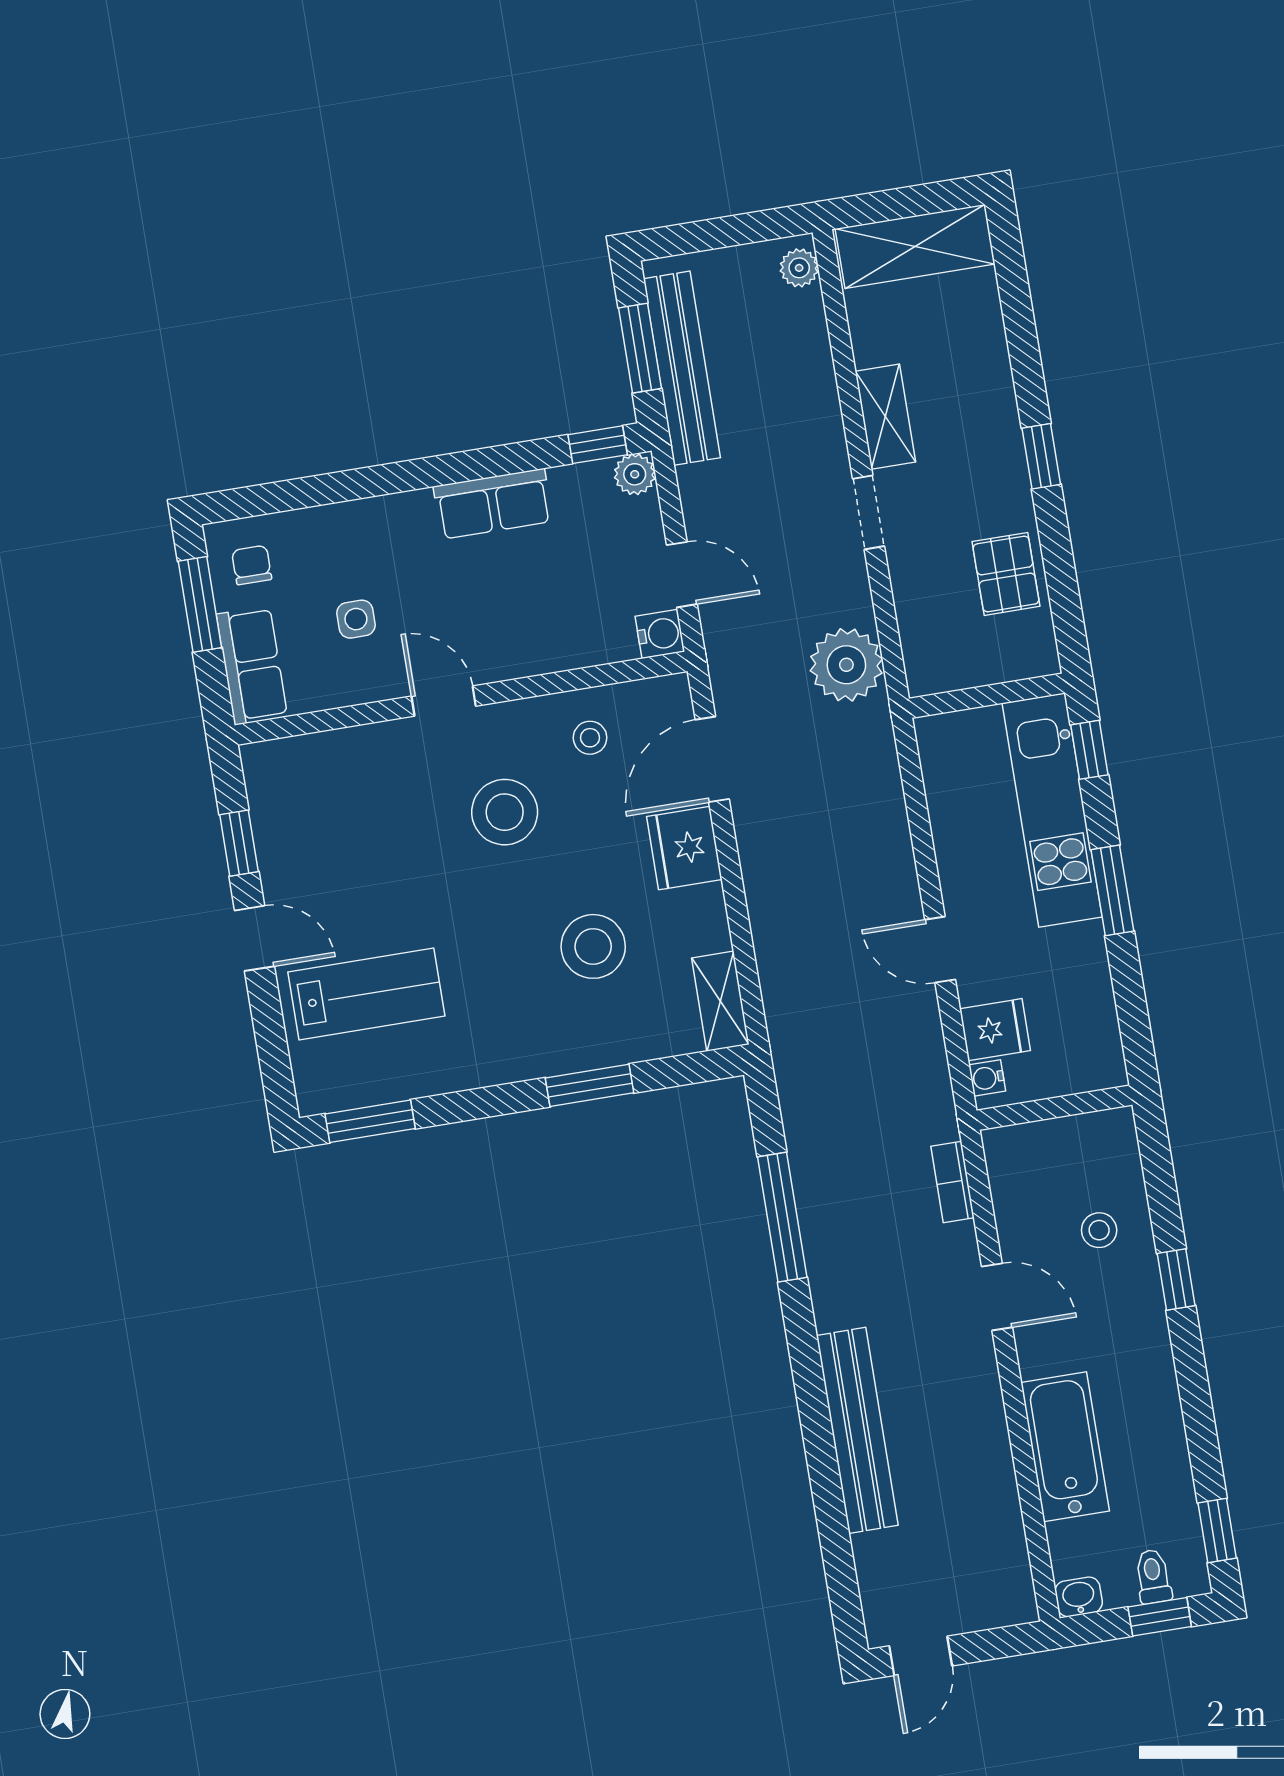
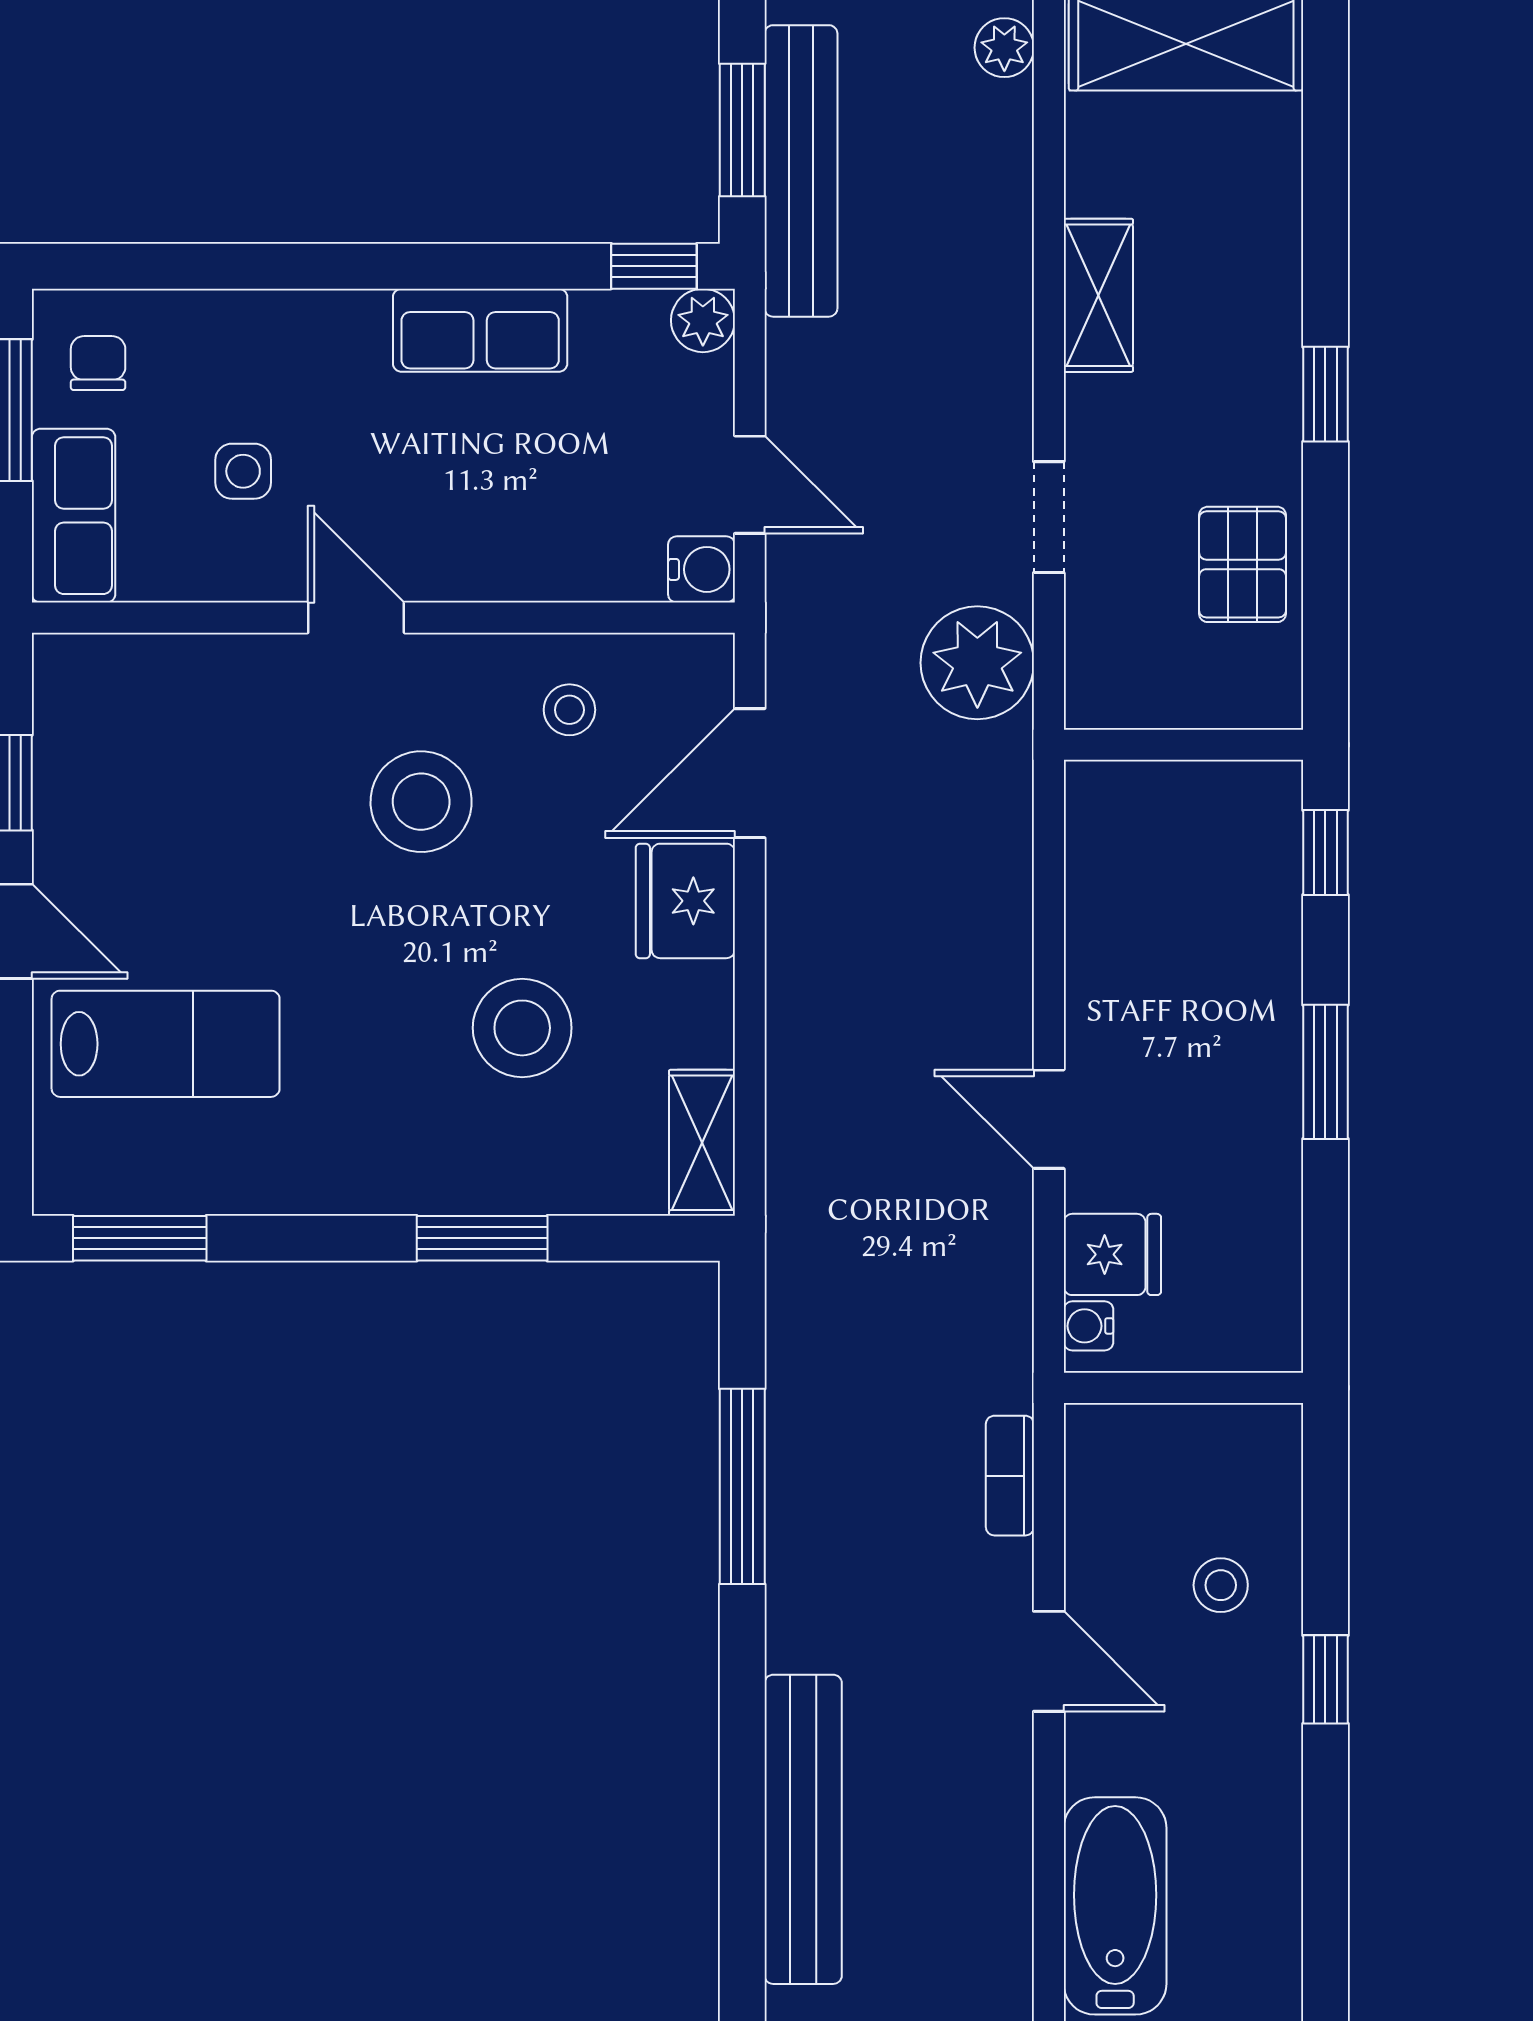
doorway: (868, 512) -> (1049, 517), moved
kitchen unit: (1052, 810) -> (1254, 935), removed

